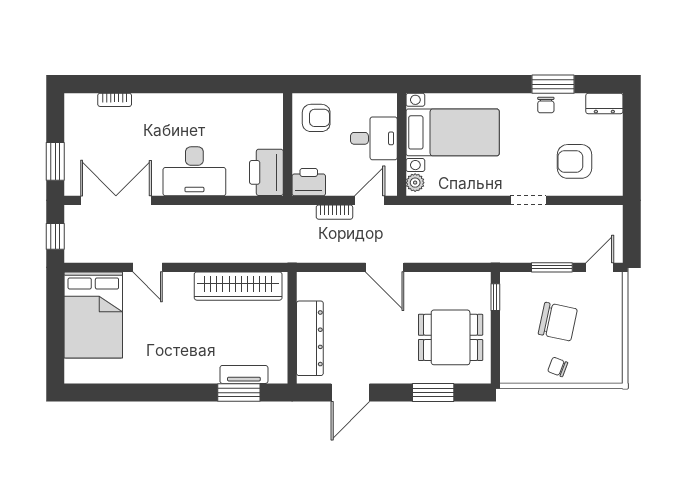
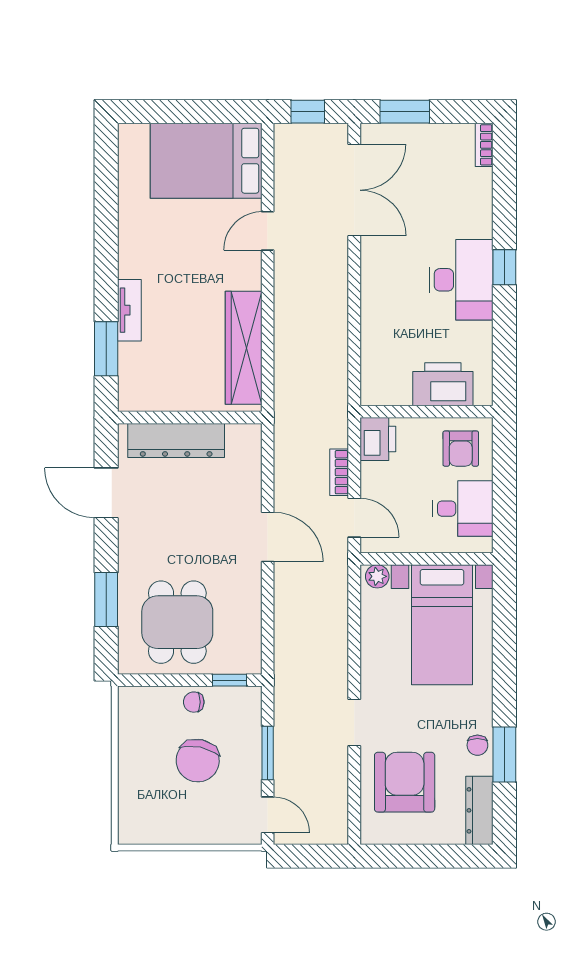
window: (176, 84) -> (504, 267), added
bookcase: (115, 100) -> (484, 145), moved
dresser: (604, 103) -> (479, 810), width x1.44
chair: (546, 105) -> (477, 745), turned -90
desk: (374, 138) -> (463, 509), moved, turned -90
armchair: (574, 161) -> (405, 782), width x1.36, depth x1.36
desk: (194, 171) -> (461, 280), moved, turned 180
printer: (266, 172) -> (443, 384), moved
door: (385, 267) -> (268, 537), swing flipped
chair: (558, 367) -> (194, 702), moved, turned -111
tv unit: (244, 374) -> (129, 310), moved

